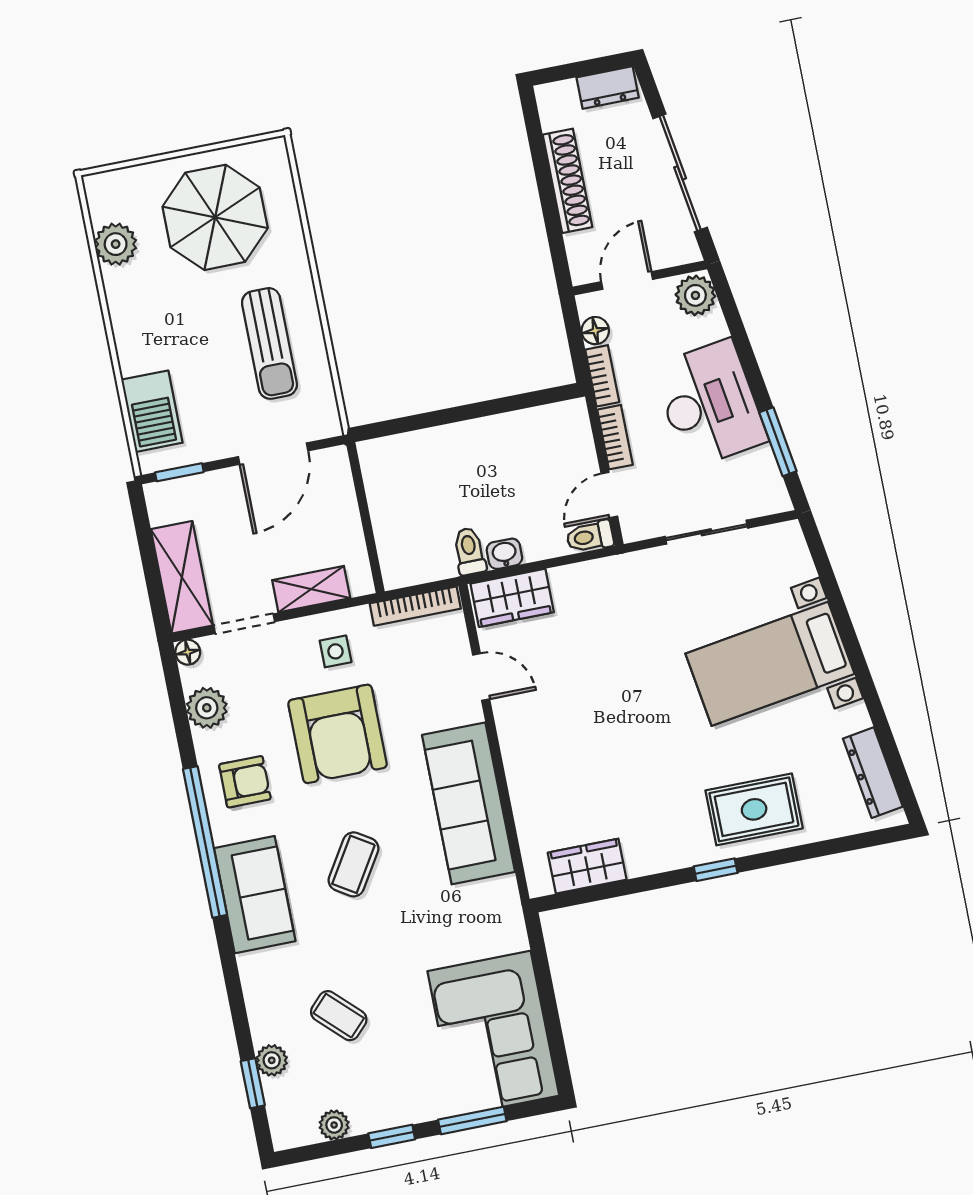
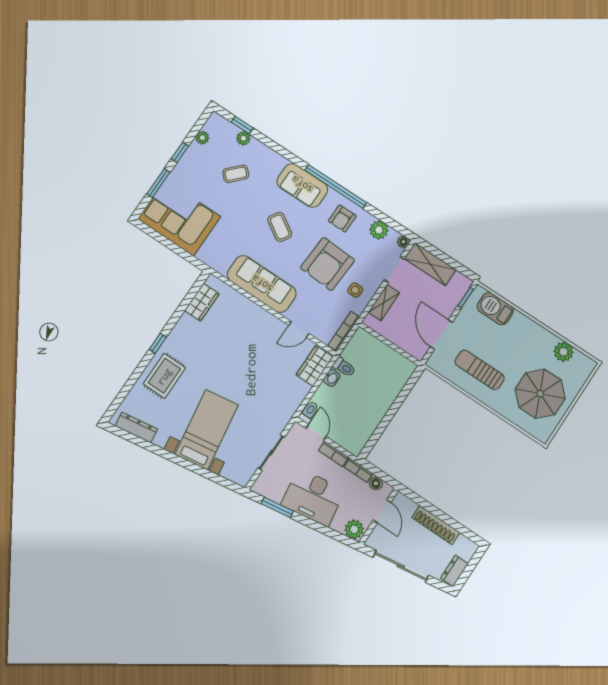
armchair: (338, 734) -> (328, 264), turned -87

